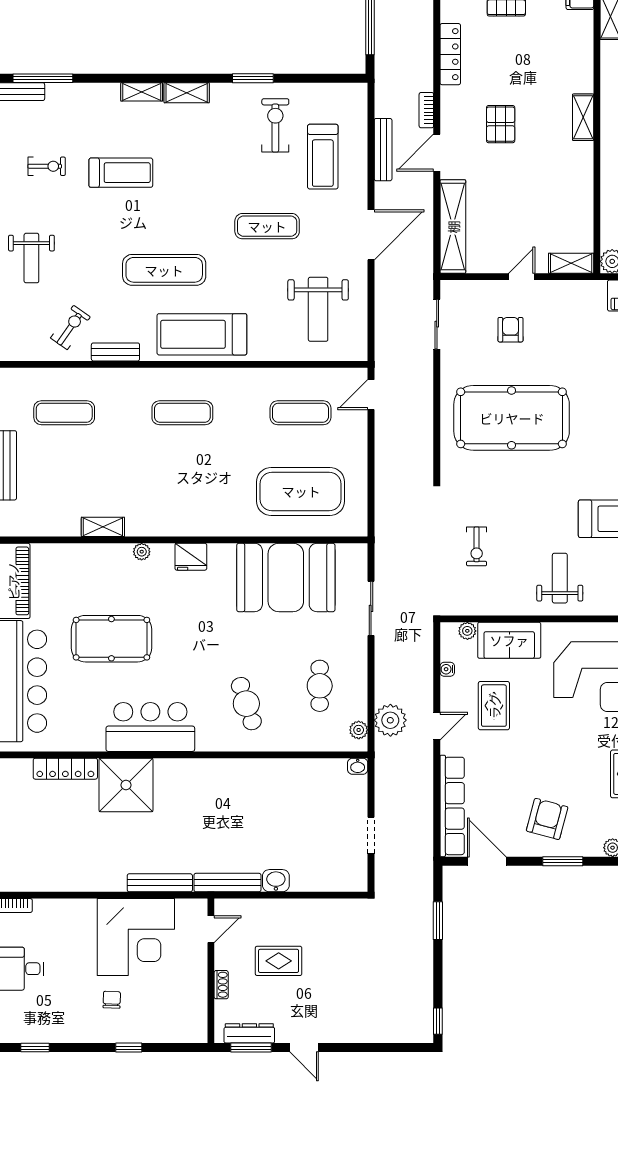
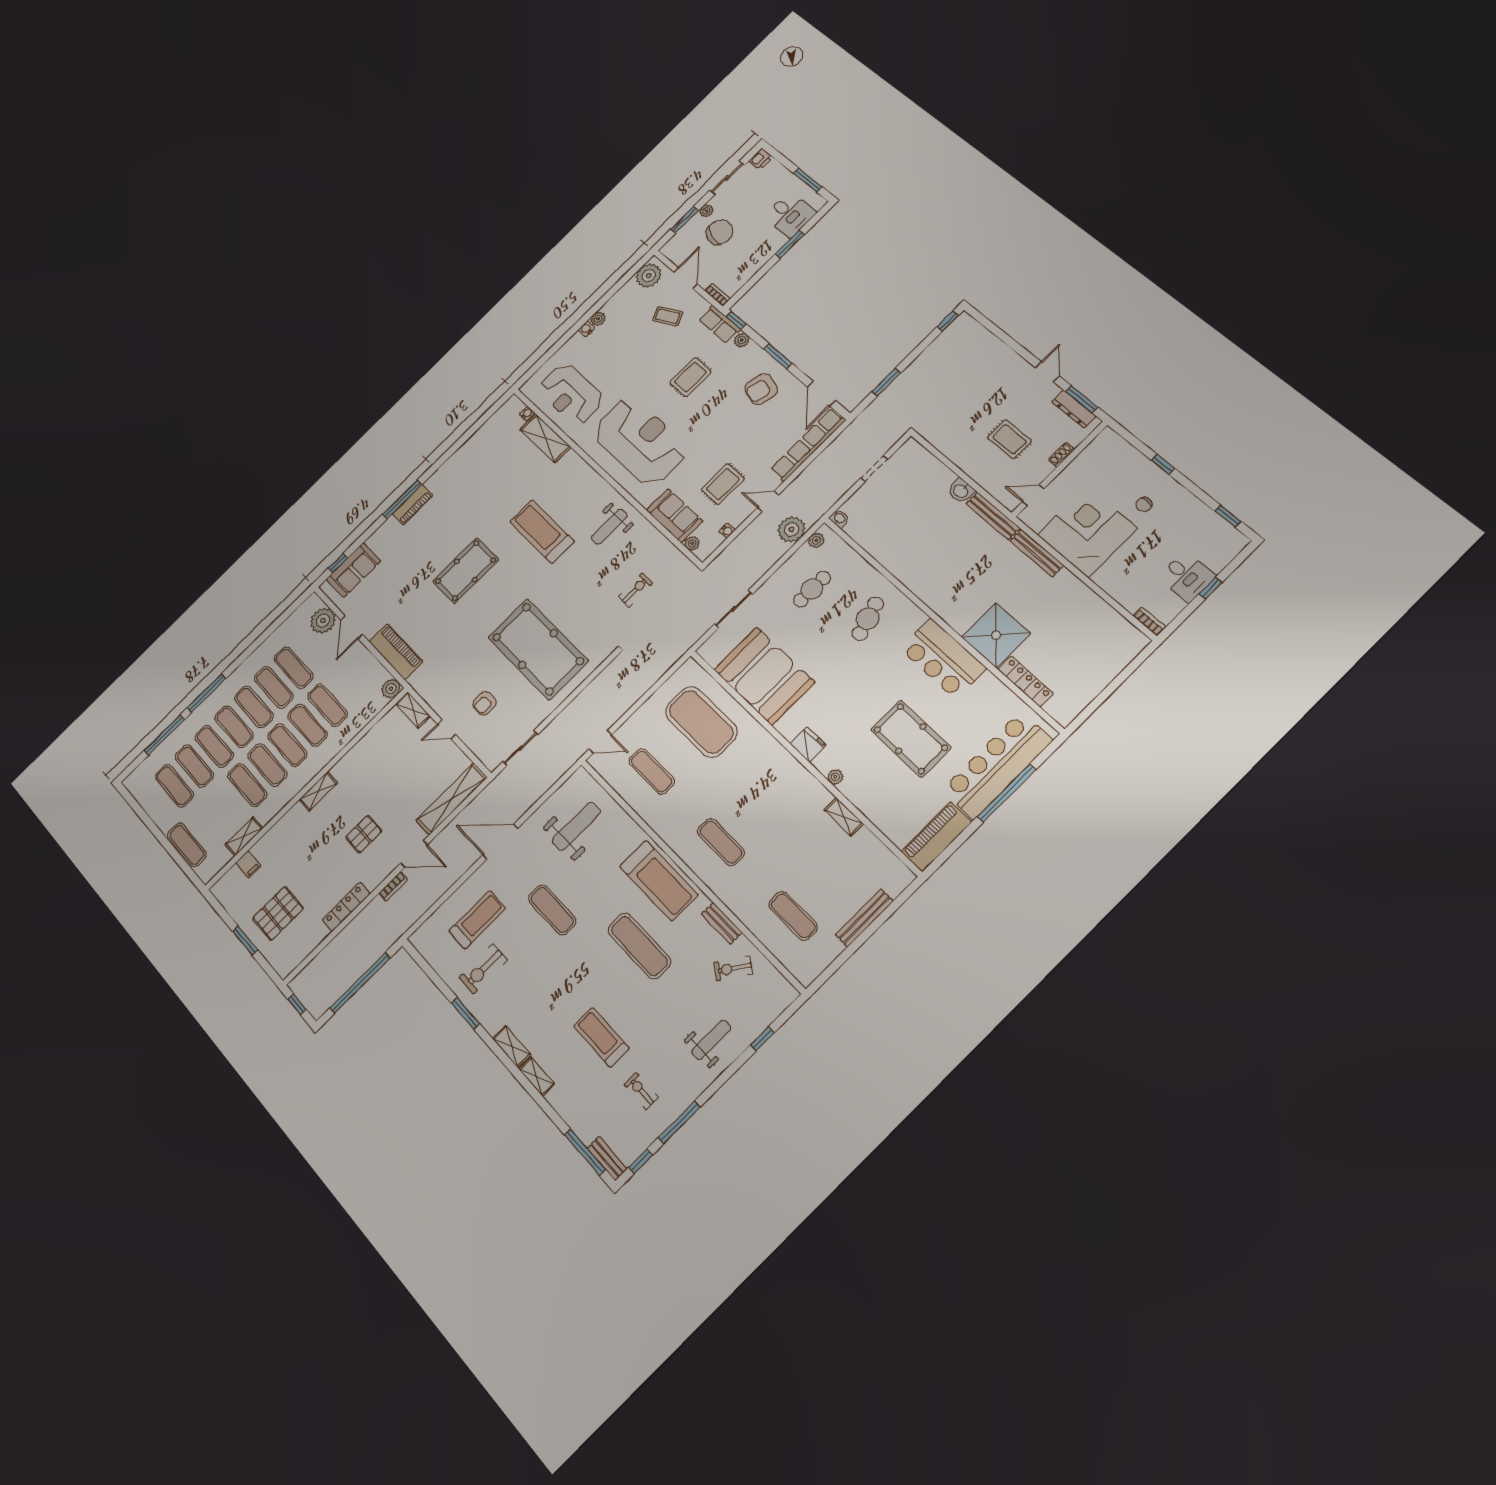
bench: (383, 150) -> (441, 888), removed

